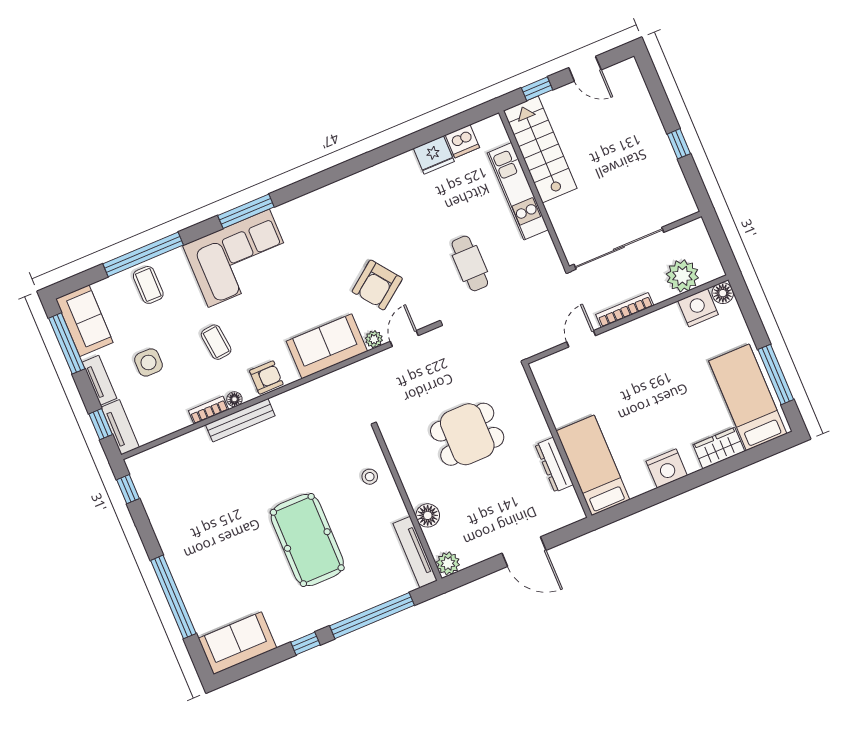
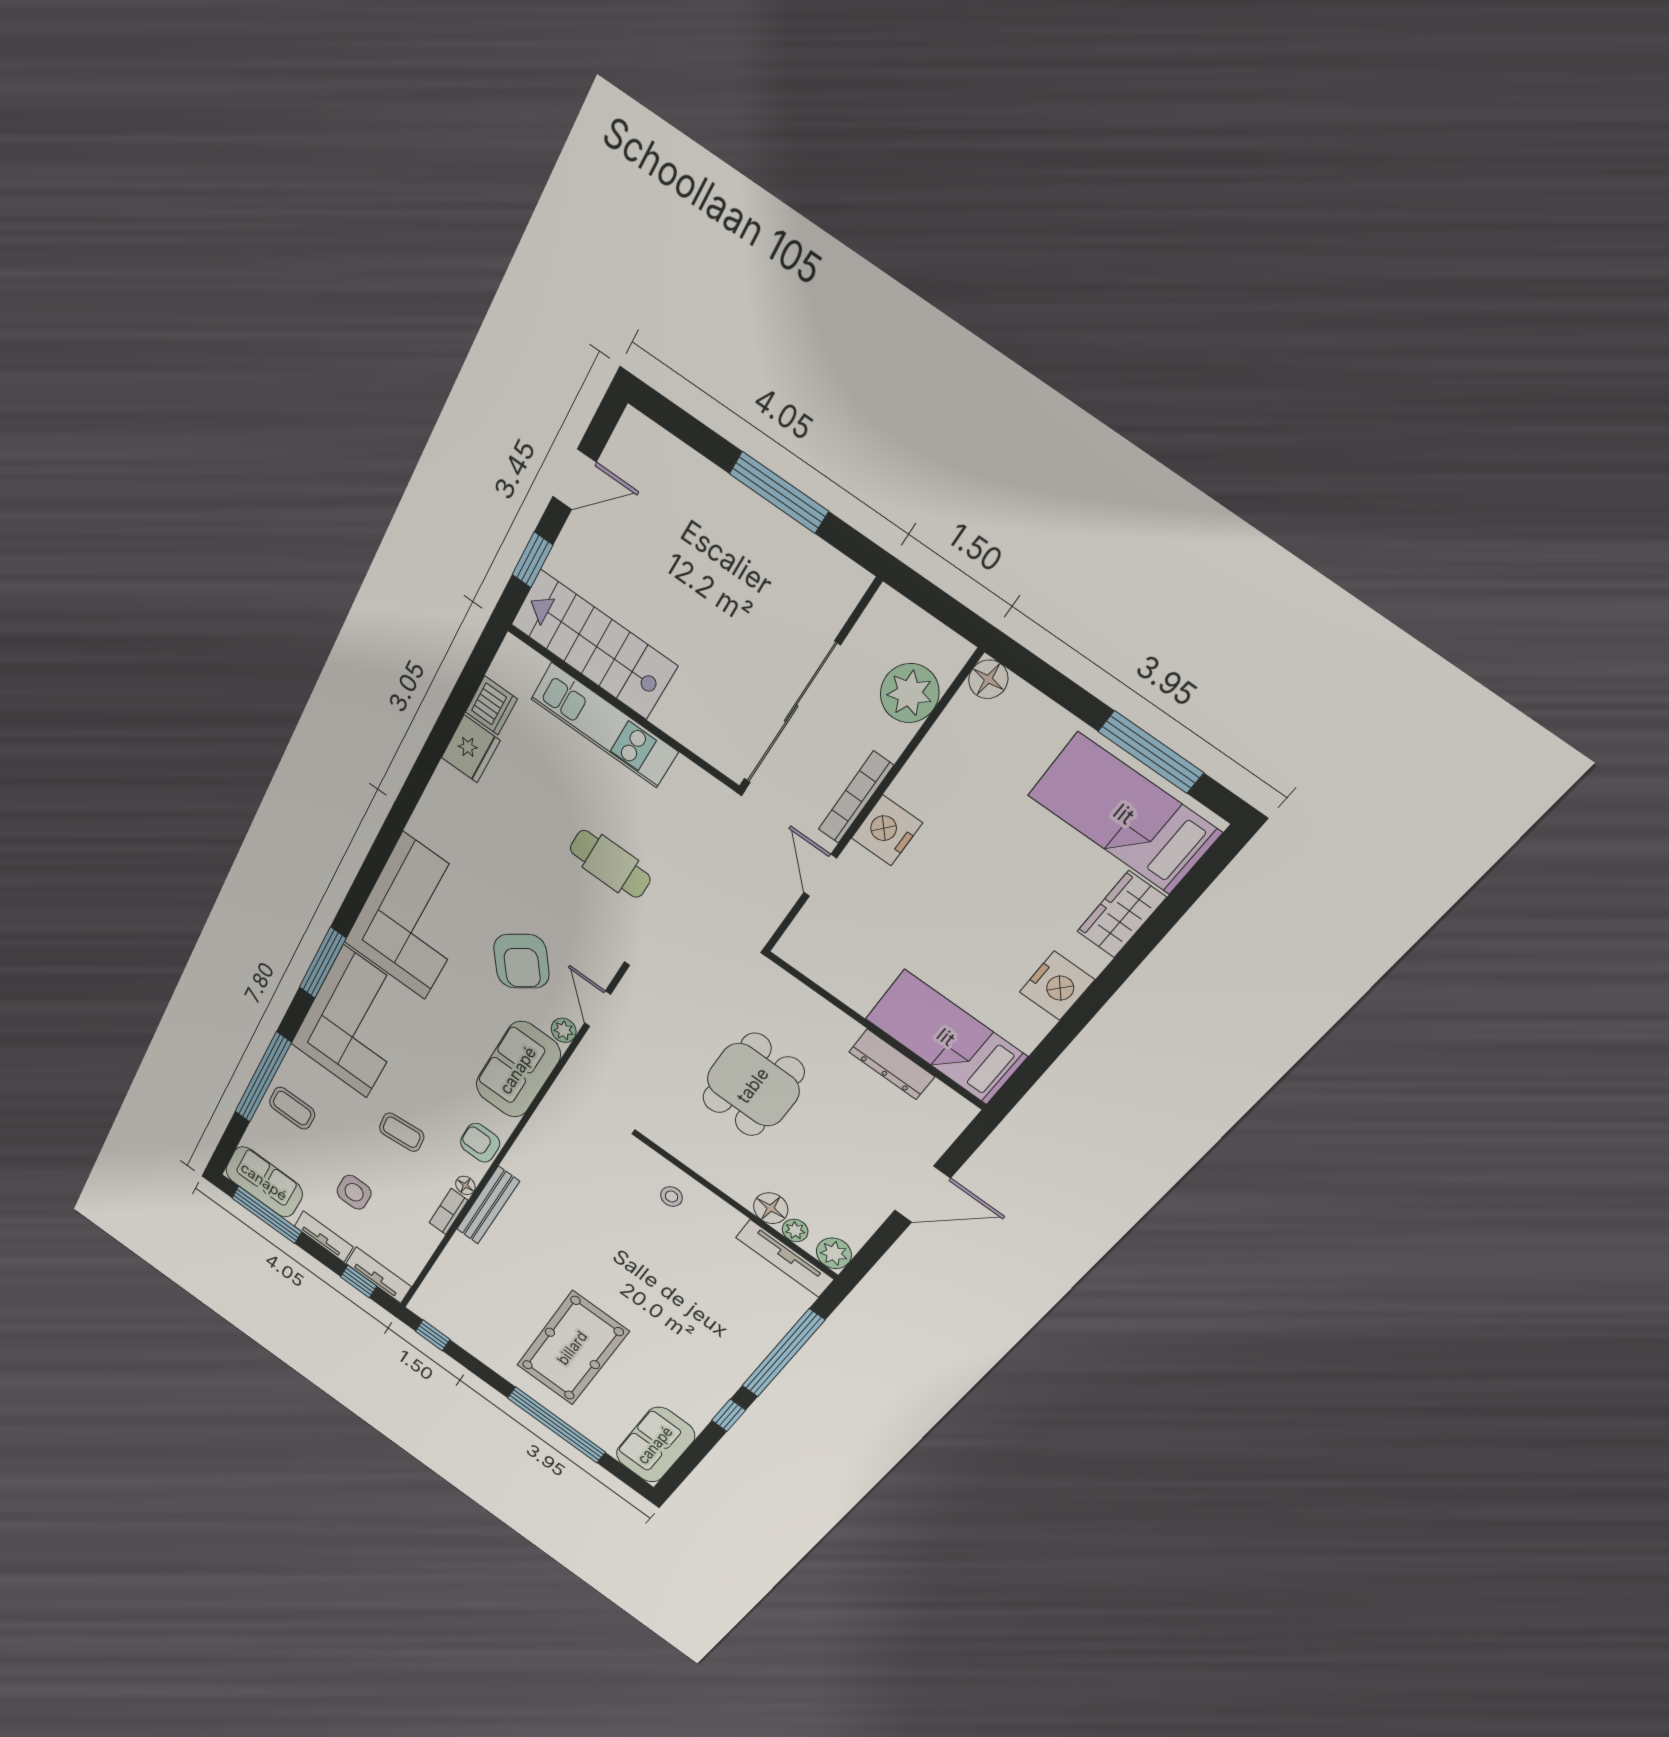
window: (679, 144) -> (779, 492), width x2.17
corner sofa: (329, 221) -> (414, 917), added
nightstand: (698, 308) -> (887, 830), moved
armchair: (266, 377) -> (480, 1143), turned -90
plant: (433, 537) -> (795, 1230), added
pool table: (307, 540) -> (572, 1348), moved, turned 90

